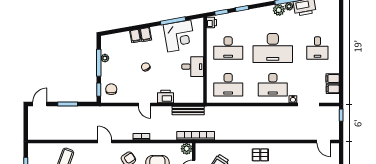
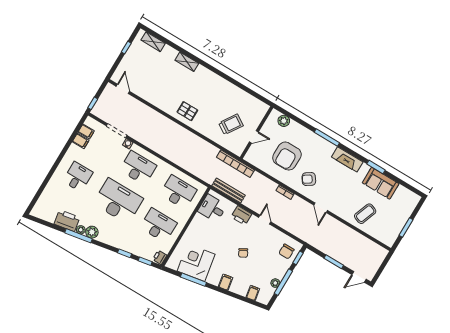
filing cabinet: (135, 36) -> (253, 293), moved
desk: (193, 67) -> (212, 208), moved
plant: (187, 149) -> (251, 157), removed

